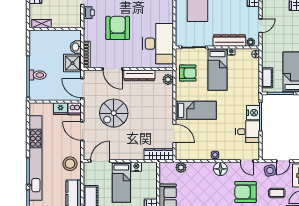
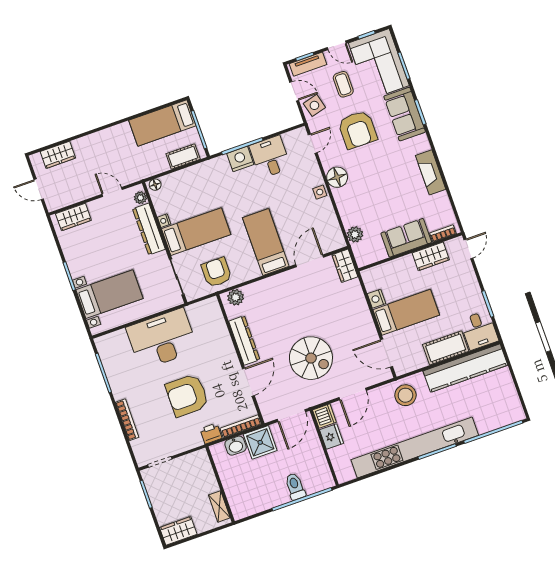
printer: (89, 13) -> (211, 434), moved
desk: (158, 44) -> (162, 339), moved
wardrobe: (159, 154) -> (345, 266), width x0.67

